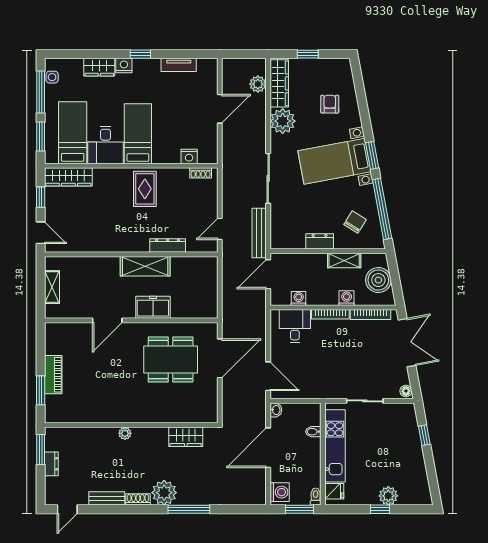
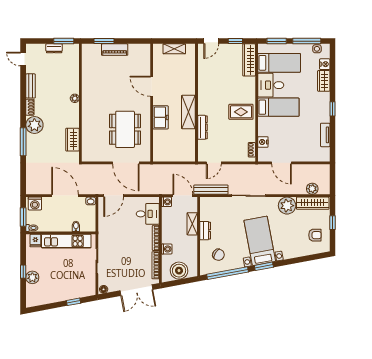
nightstand: (124, 66) -> (325, 64), moved
armchair: (330, 104) -> (315, 235), moved
door: (220, 109) -> (281, 163), moved
door: (220, 229) -> (214, 163), swing flipped
shelving: (344, 261) -> (192, 224), moved
washing machine: (299, 298) -> (166, 202), moved

